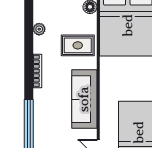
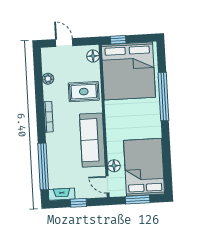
floor lamp: (106, 129) -> (114, 166), added

